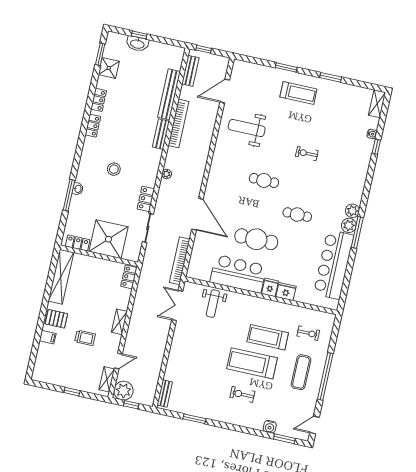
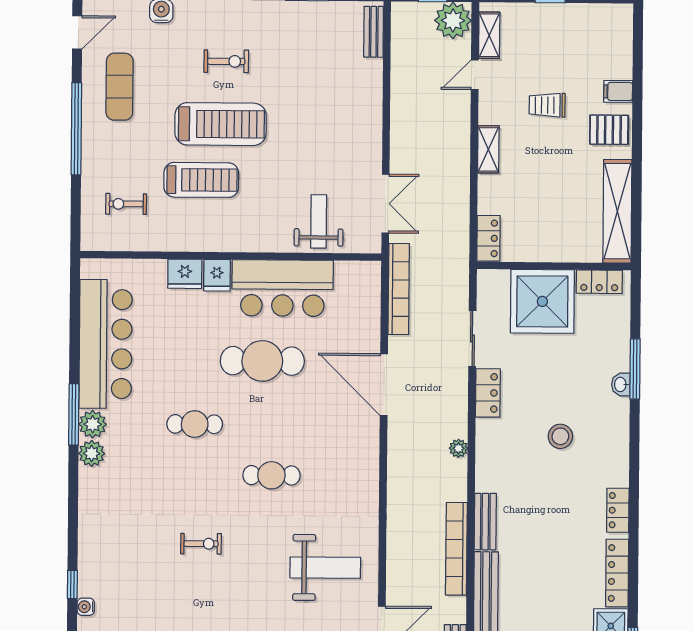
locker: (99, 100) -> (617, 573), width x1.53
exercise mat: (301, 372) -> (120, 87), moved

